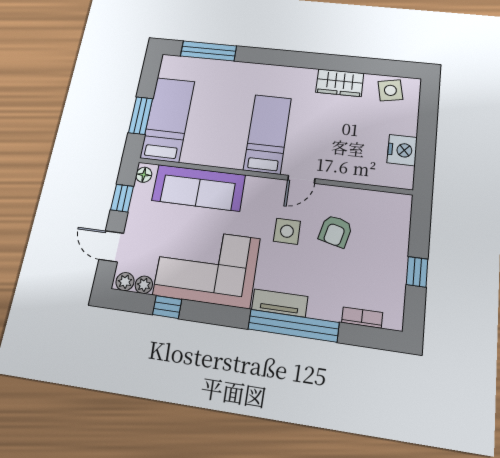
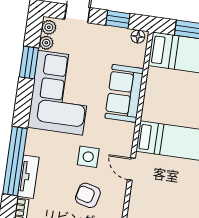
sofa: (199, 188) -> (124, 93), width x0.73
tv unit: (280, 303) -> (28, 177), moved
window: (167, 307) -> (29, 63), width x1.50

